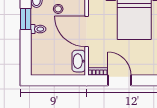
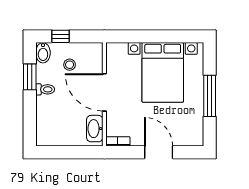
door: (119, 80) -> (159, 152), moved

